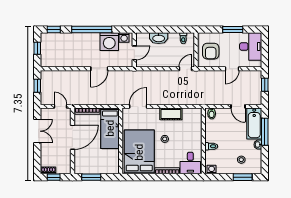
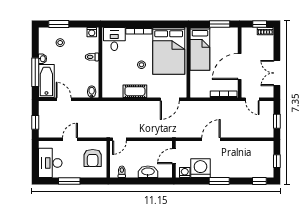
window: (92, 29) -> (219, 181), width x0.47
armchair: (211, 51) -> (93, 158), turned 180
bed: (110, 128) -> (200, 49), moved, turned 180

